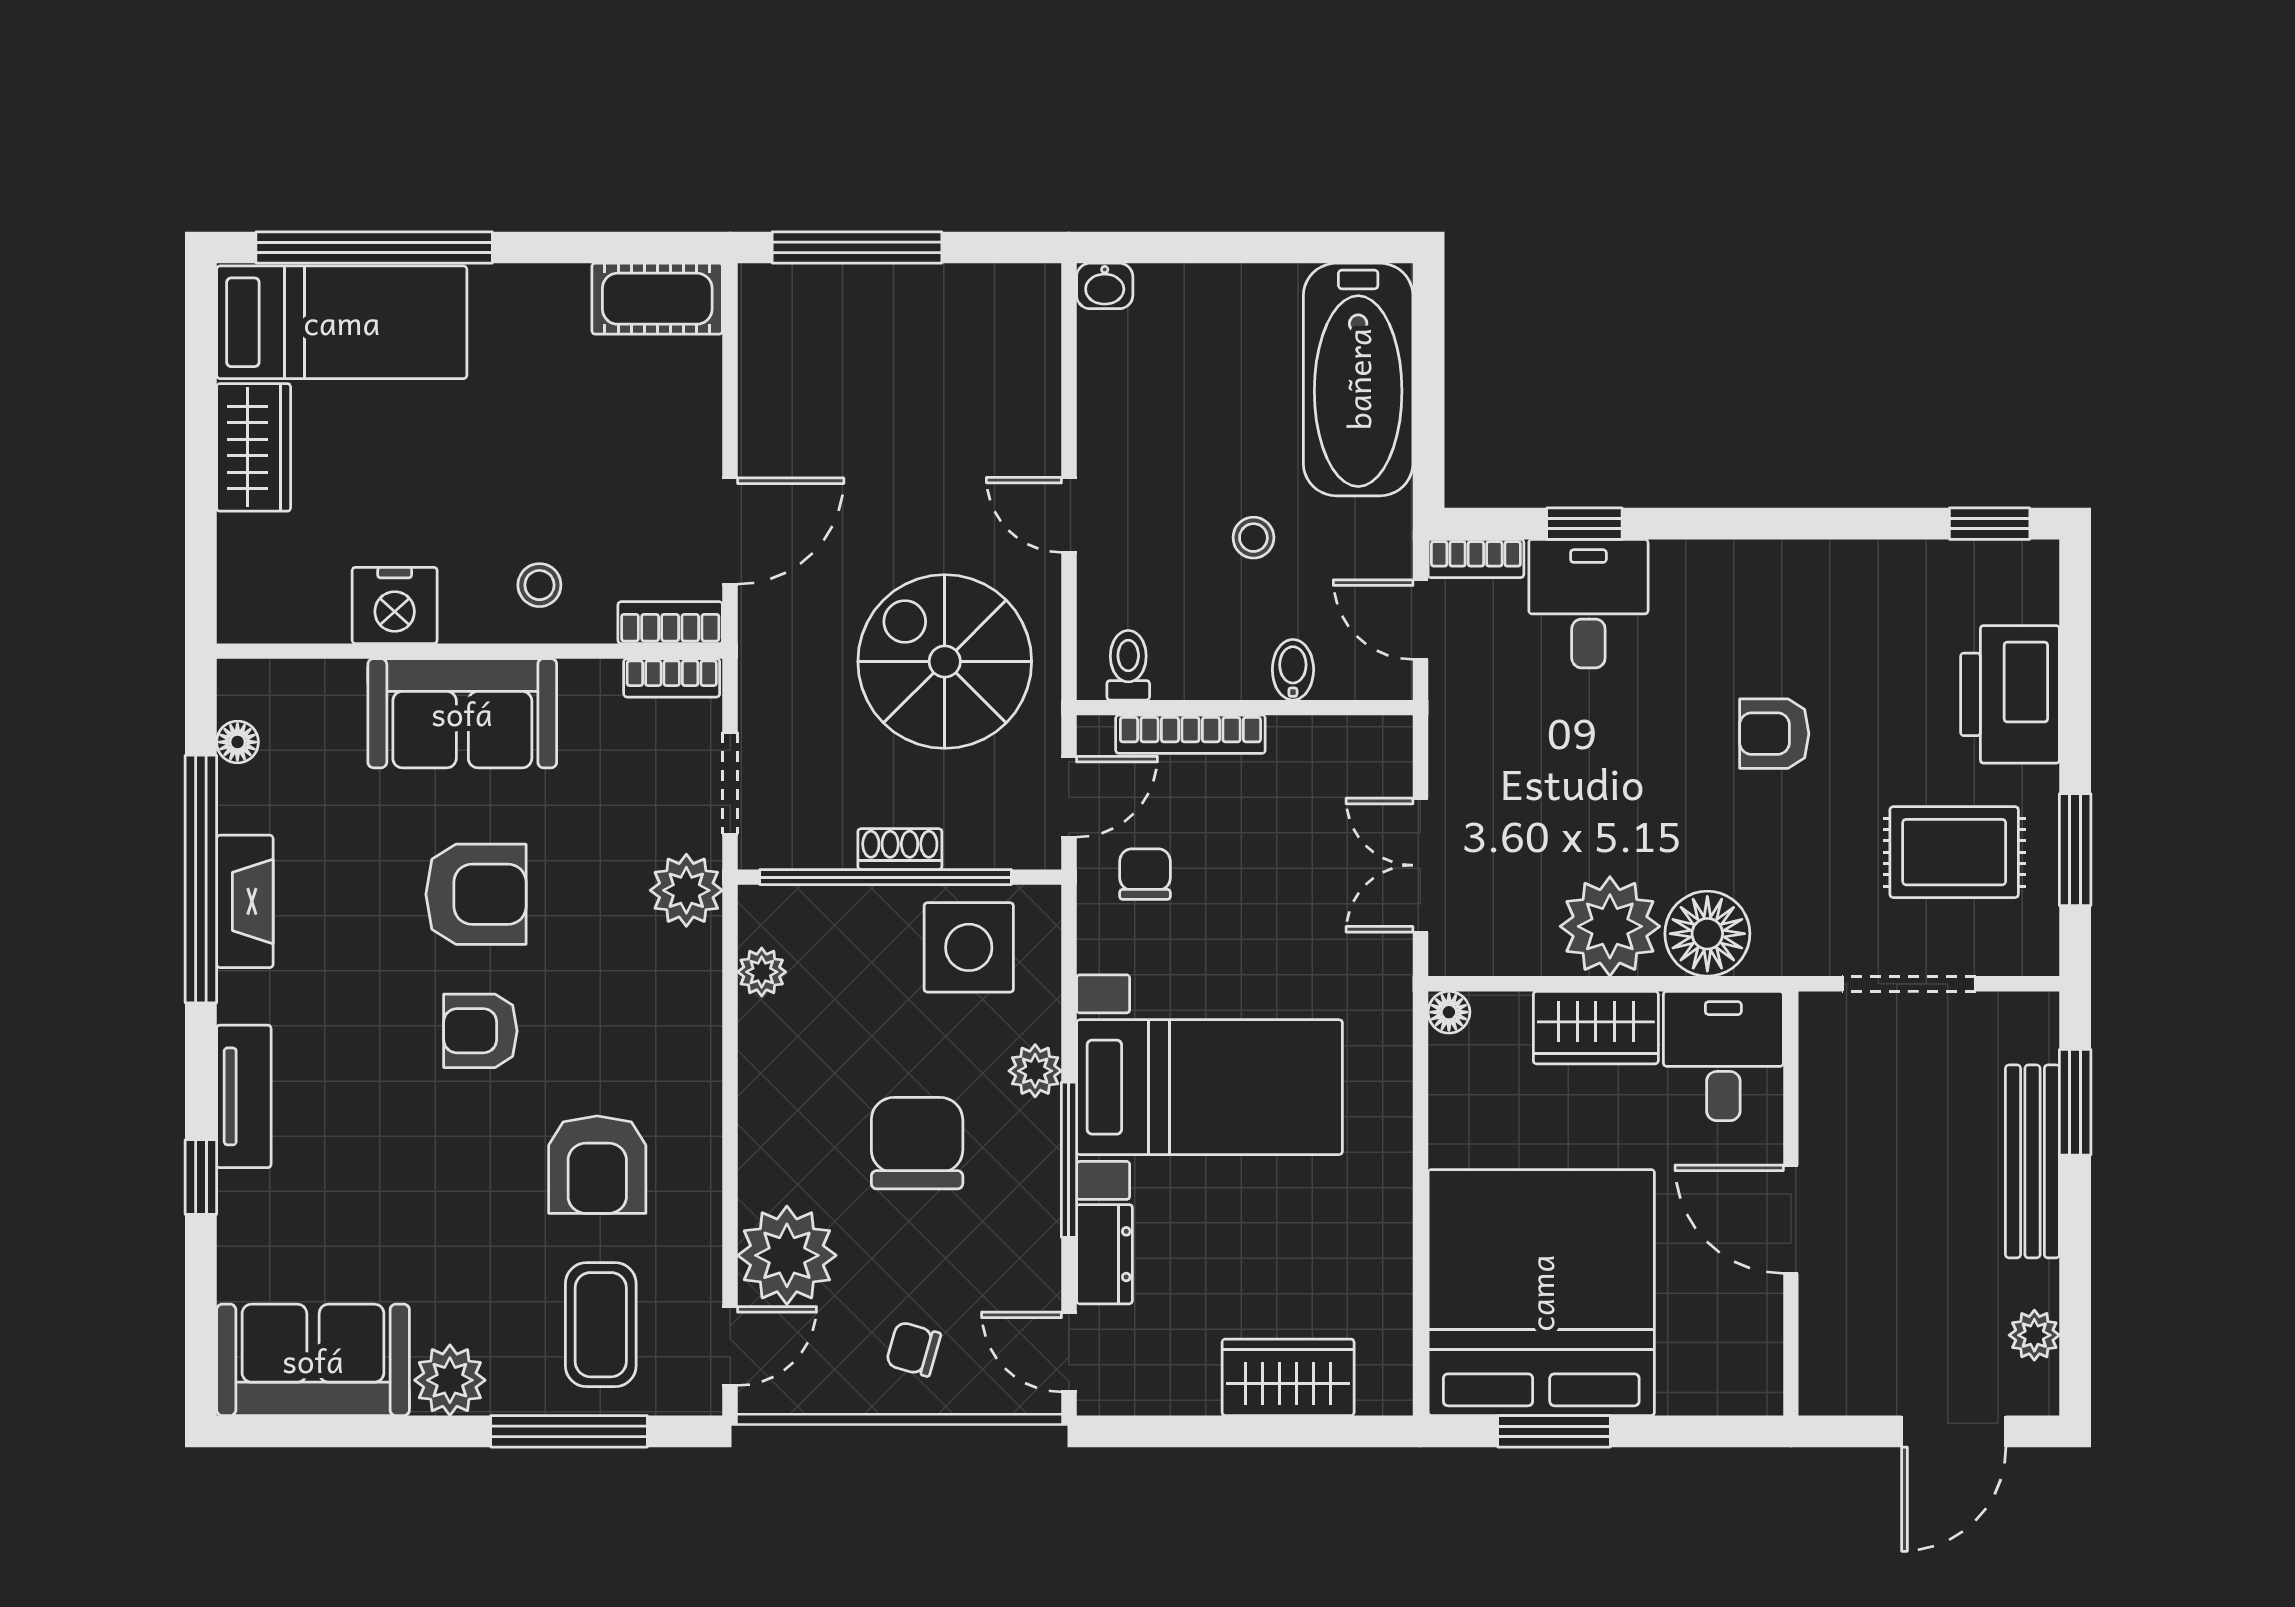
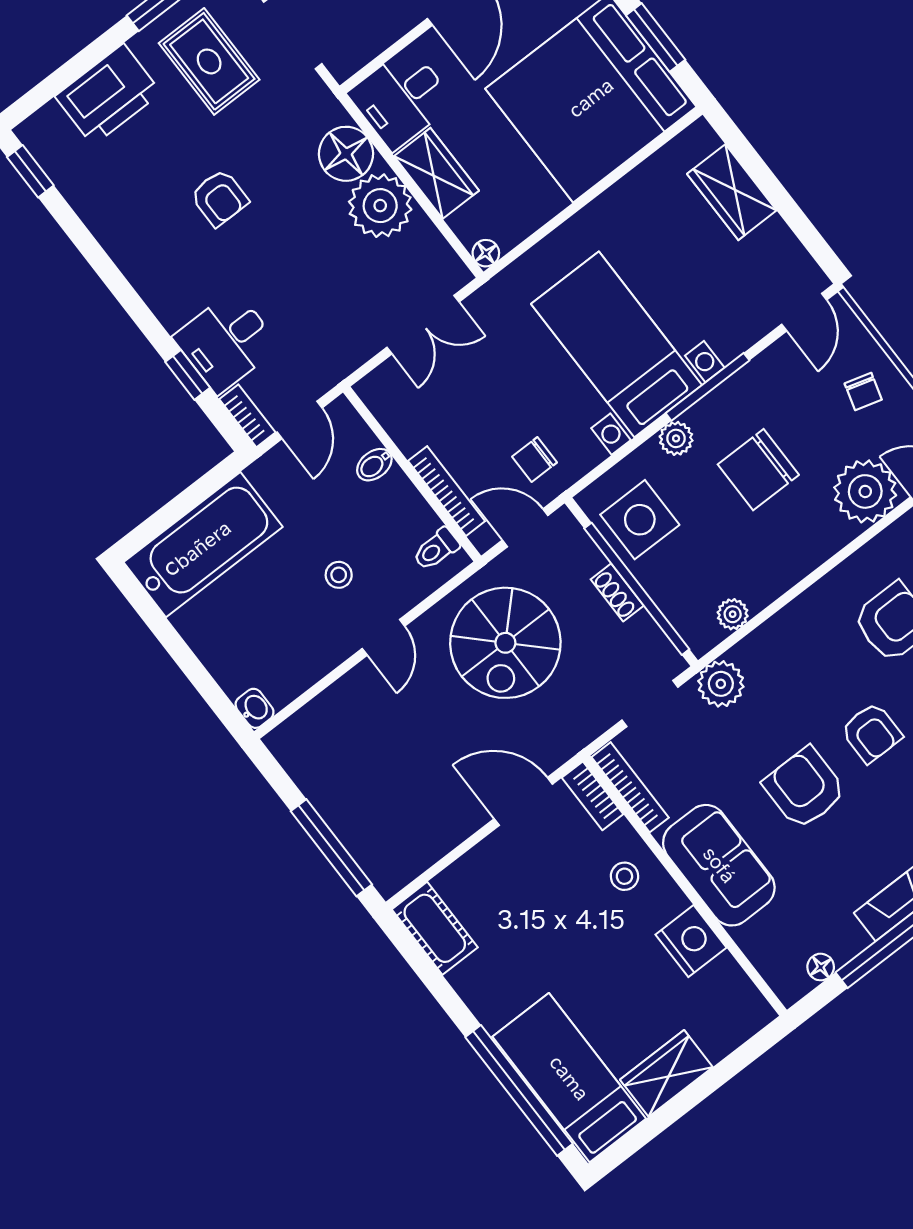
stool: (1253, 538) -> (339, 575), moved
bookcase: (672, 678) -> (630, 787), width x1.56
dresser: (1104, 1254) -> (741, 332), removed

